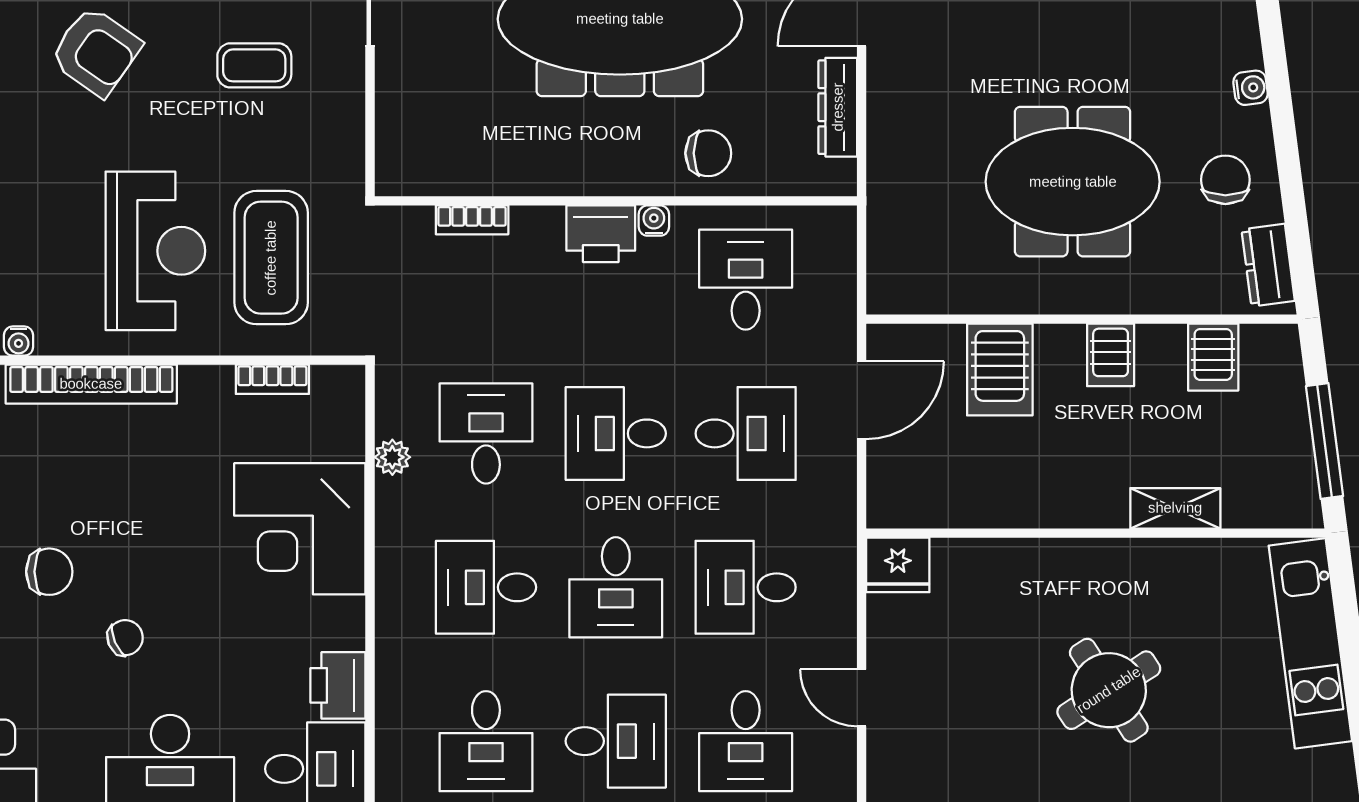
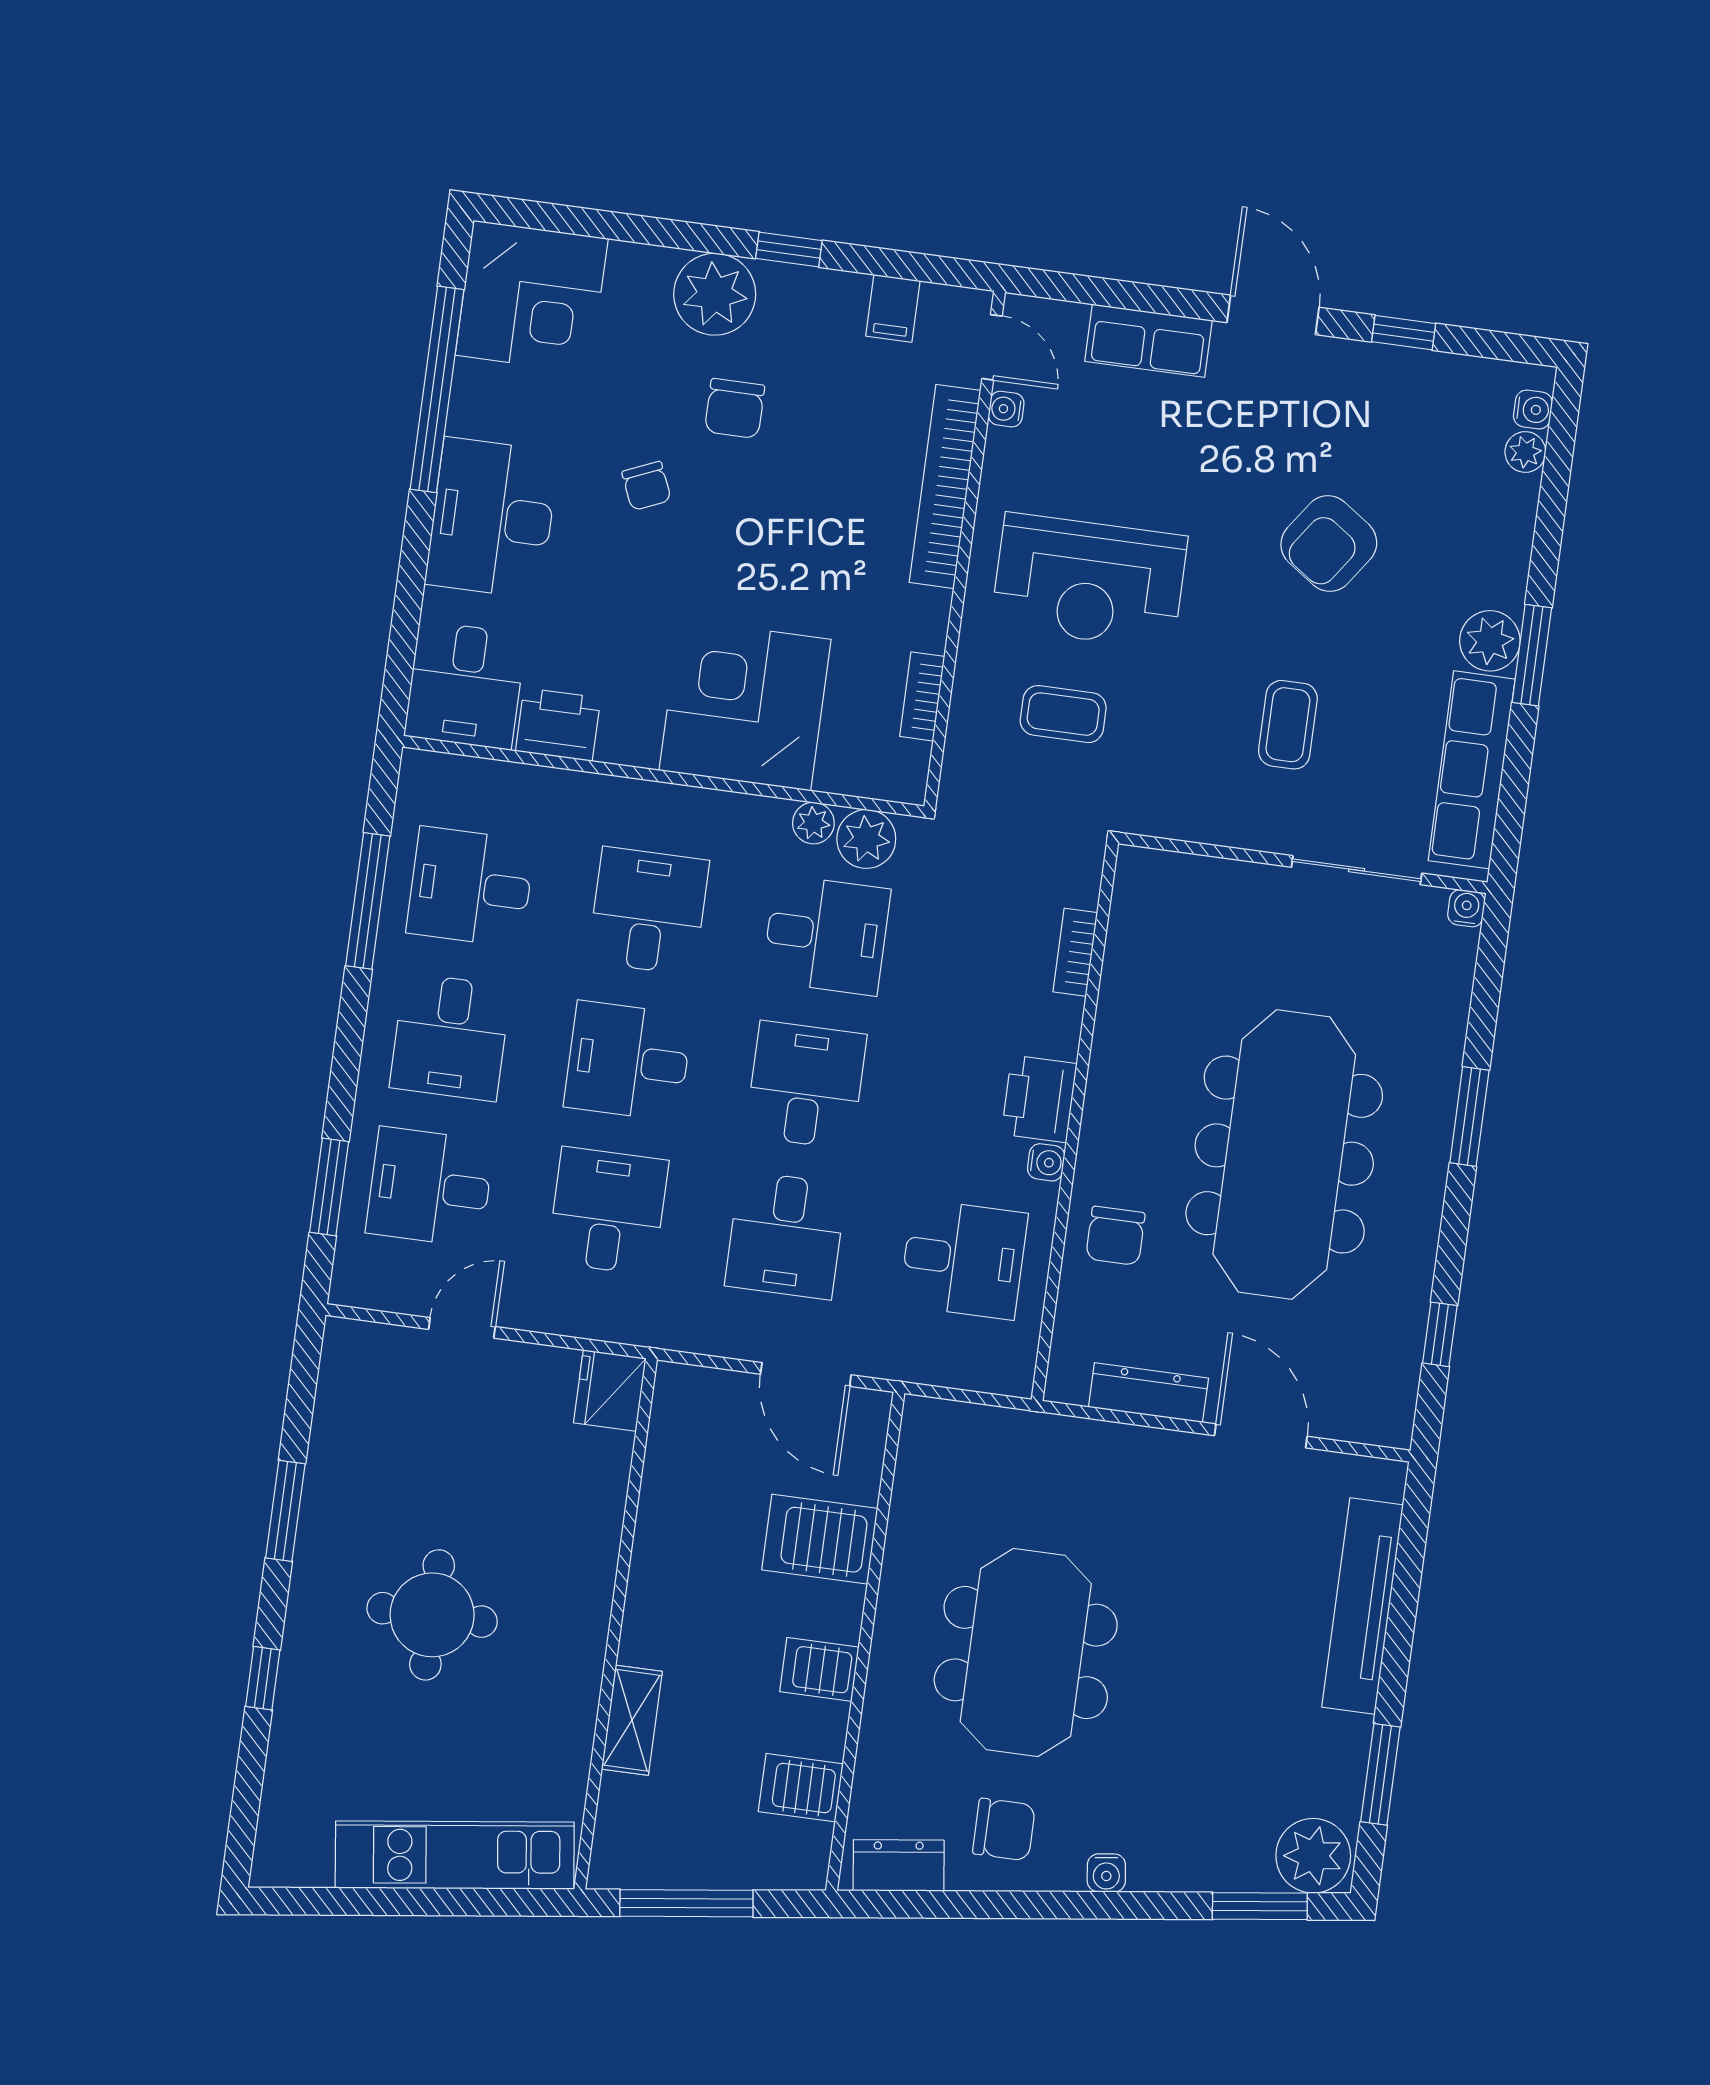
coffee table: (271, 258) -> (1063, 714), width x0.54, depth x0.58
plant: (400, 410) -> (866, 839), added
round table: (1109, 690) -> (432, 1615), turned 33

